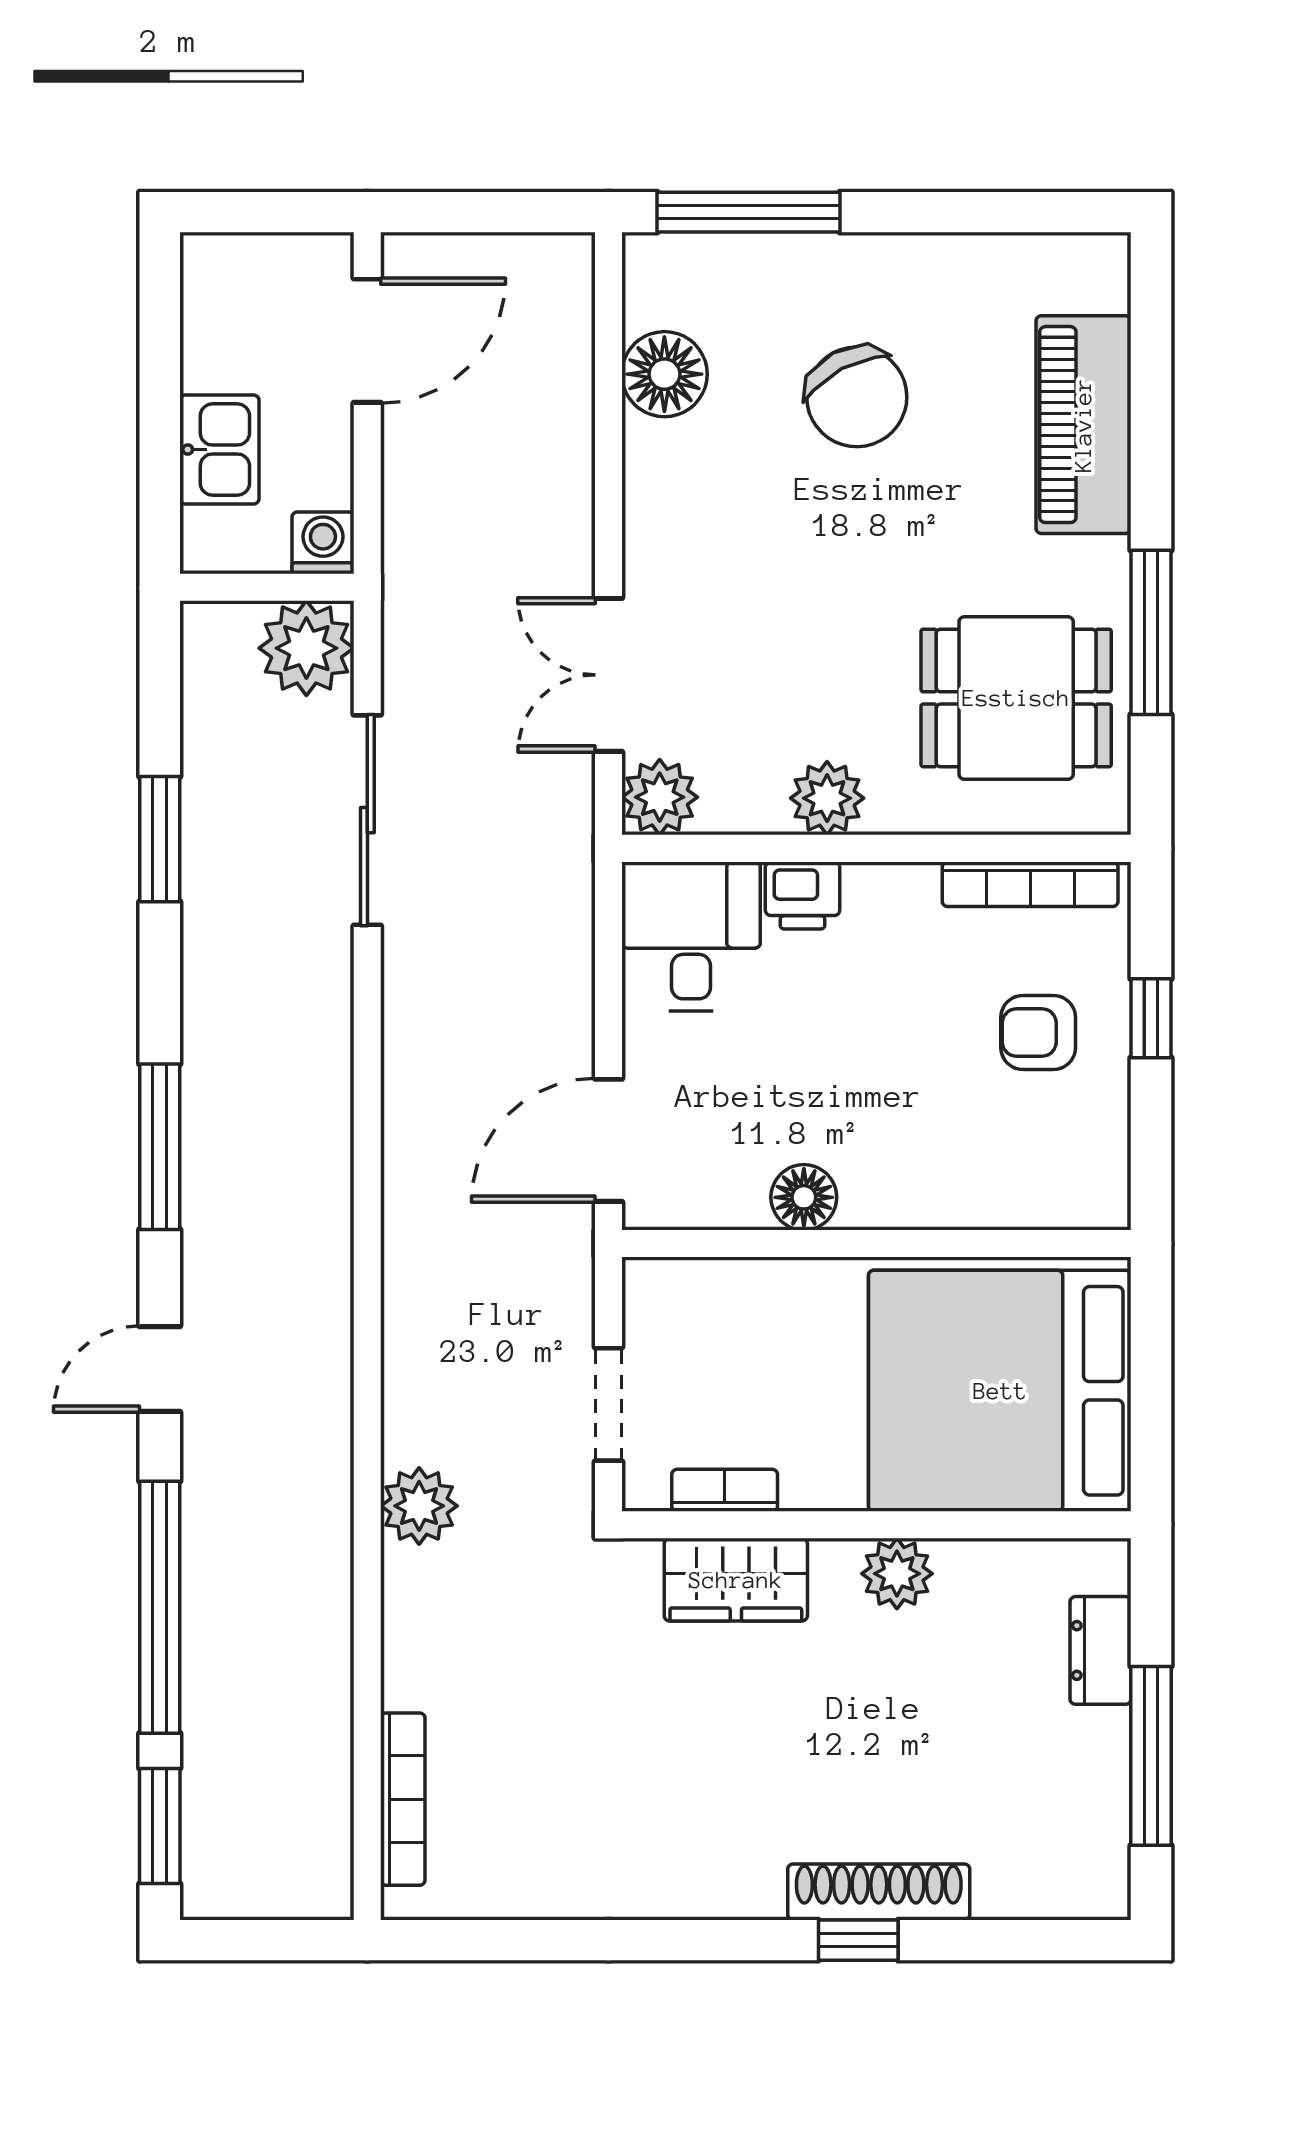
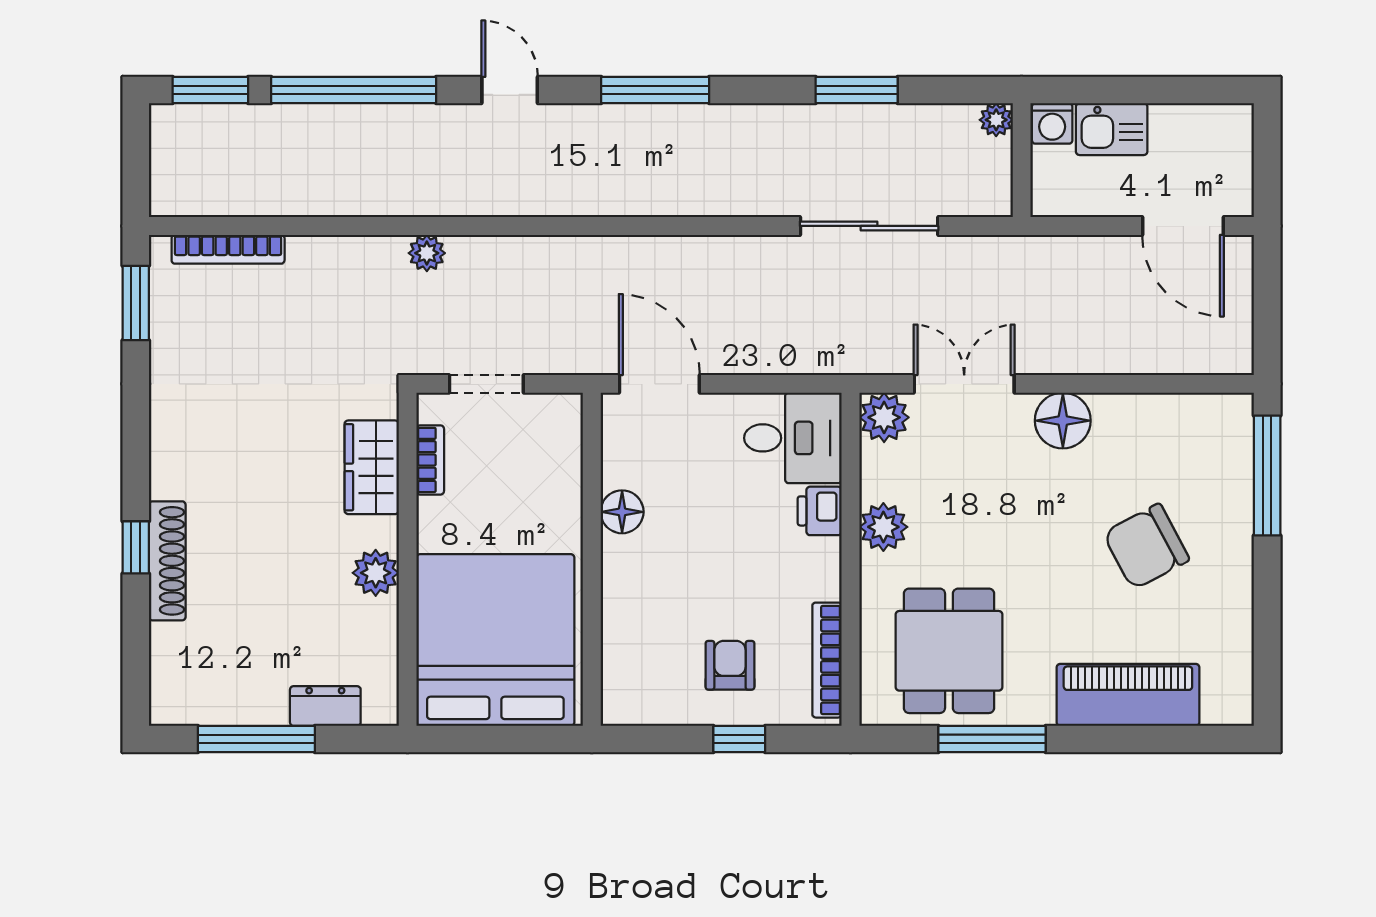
floor lamp: (664, 374) -> (1063, 421), moved
washing machine: (323, 543) -> (1052, 123), moved, turned 90
plant: (306, 648) -> (996, 120), moved, width x0.53, depth x0.53
plant: (419, 1506) -> (427, 253), width x0.73, depth x0.73
window: (485, 1940) -> (136, 303), added

